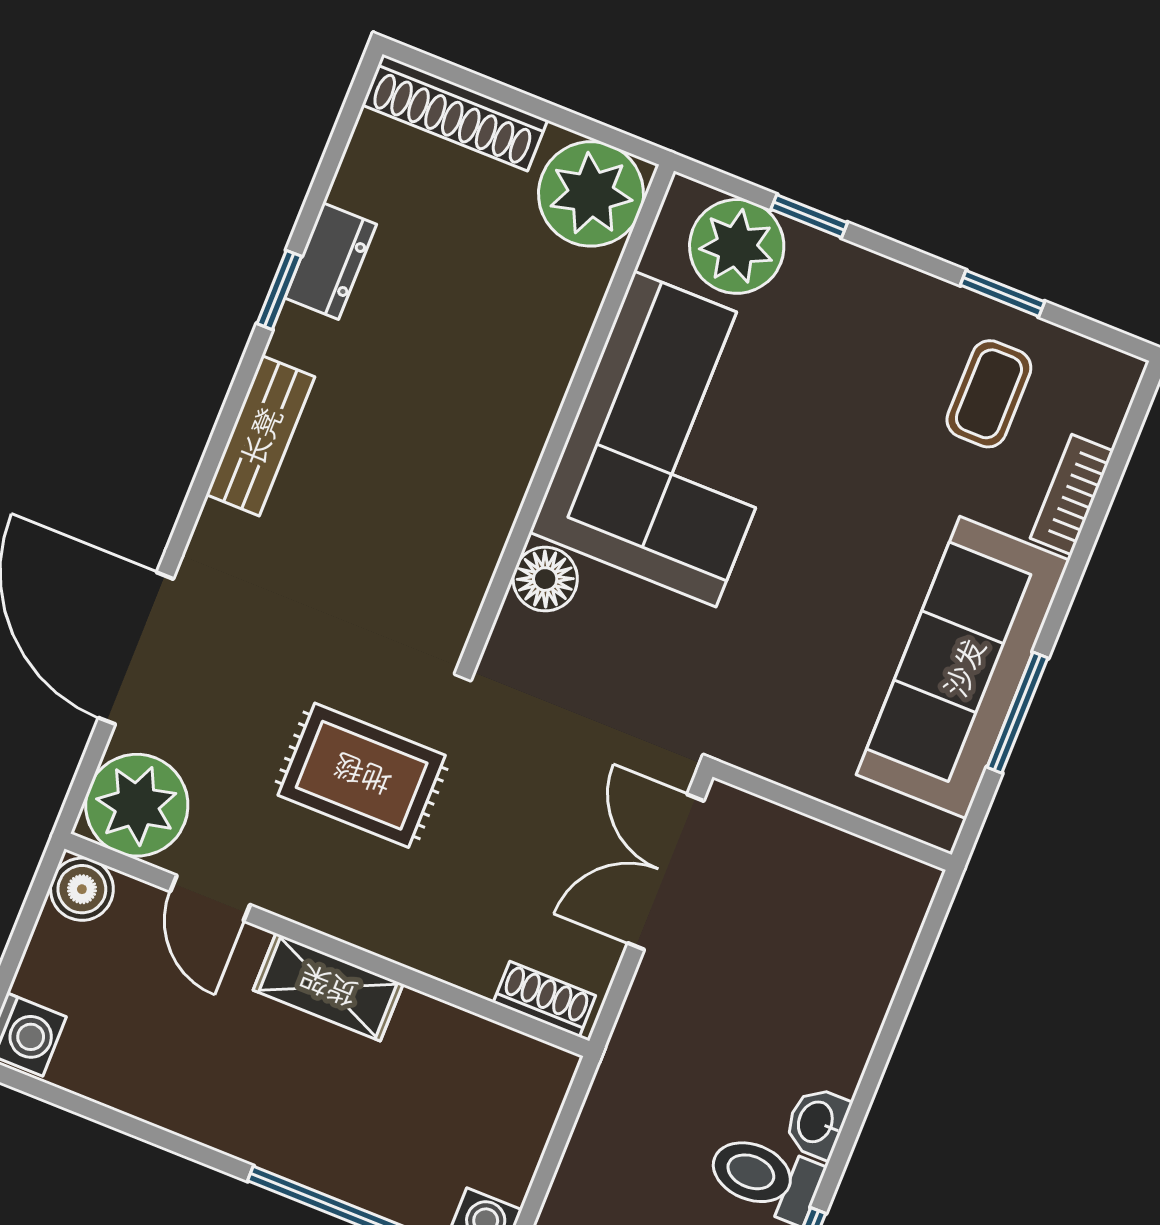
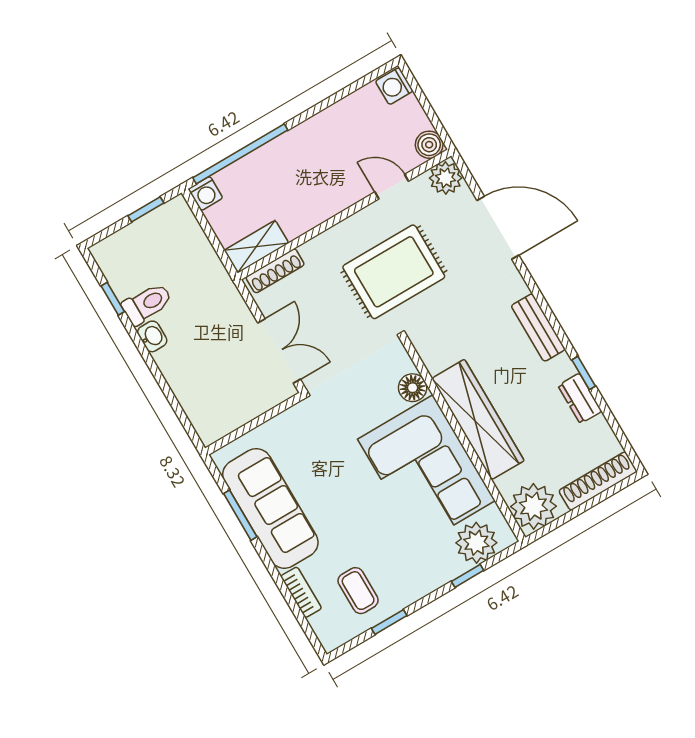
wardrobe: (511, 416) -> (478, 420), added
rug: (362, 775) -> (394, 272), width x1.36, depth x1.43
plant: (137, 805) -> (446, 178), width x0.73, depth x0.73
shelving: (328, 987) -> (256, 247), moved
shoe rack: (544, 999) -> (275, 271), width x1.43

